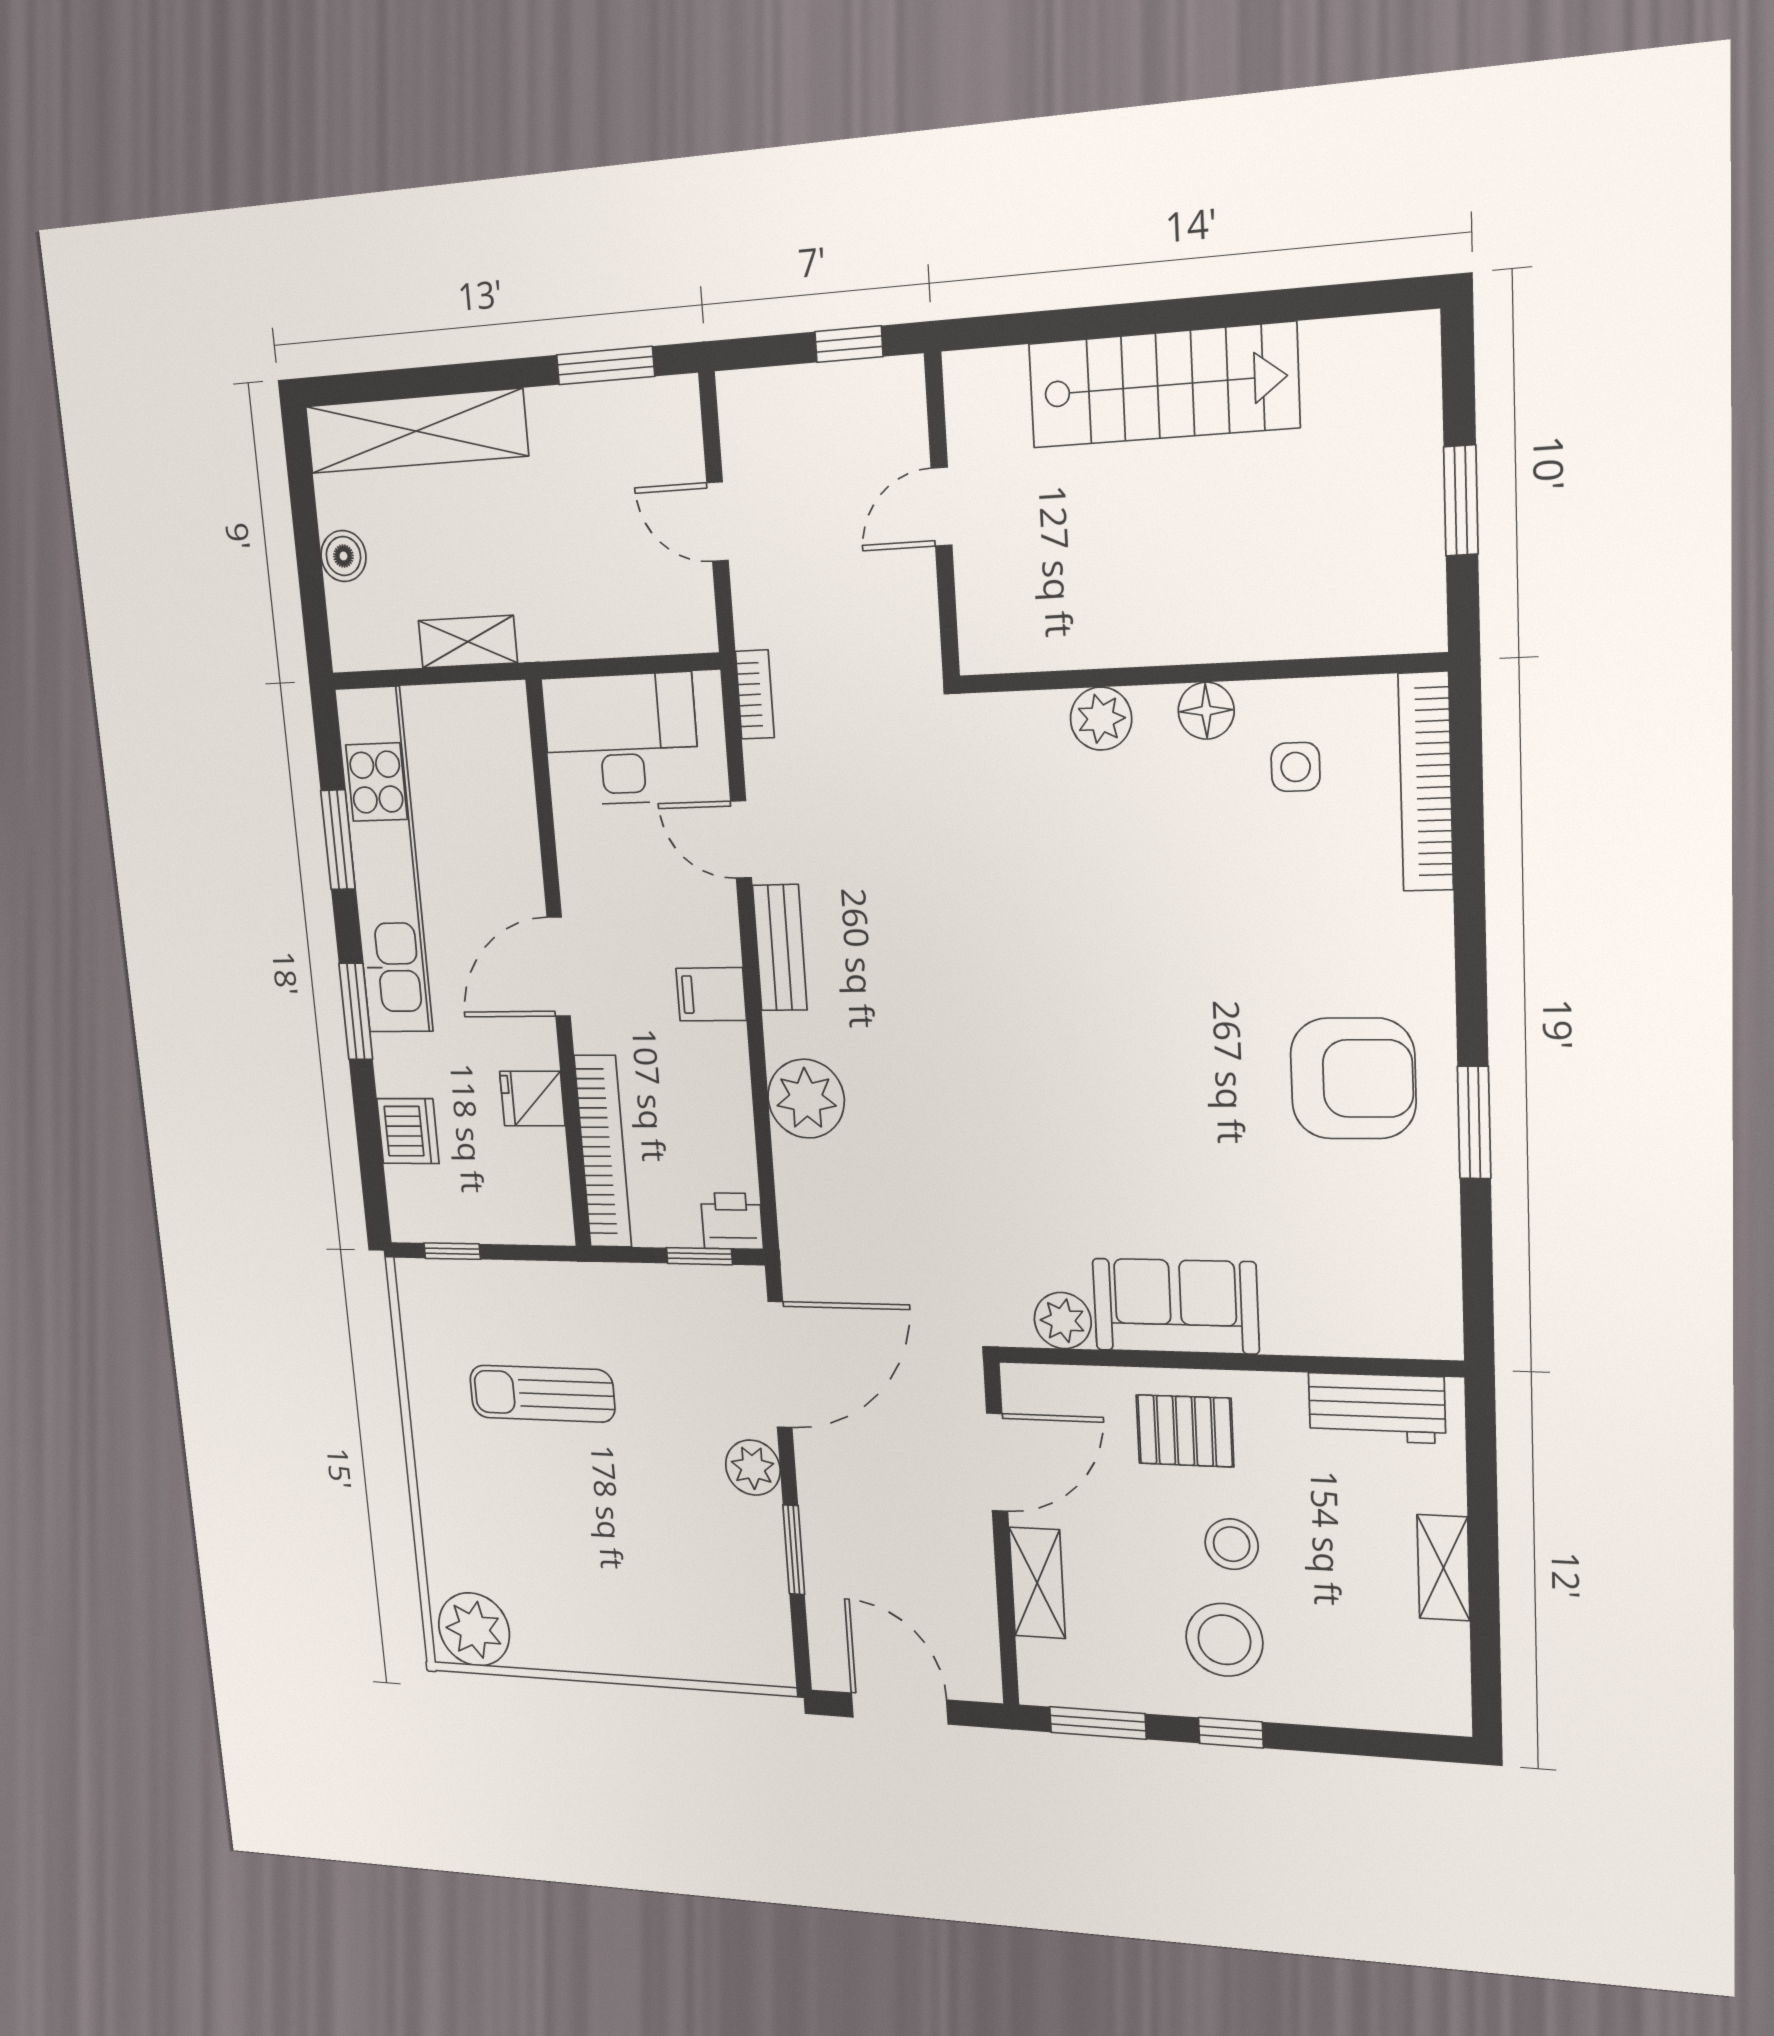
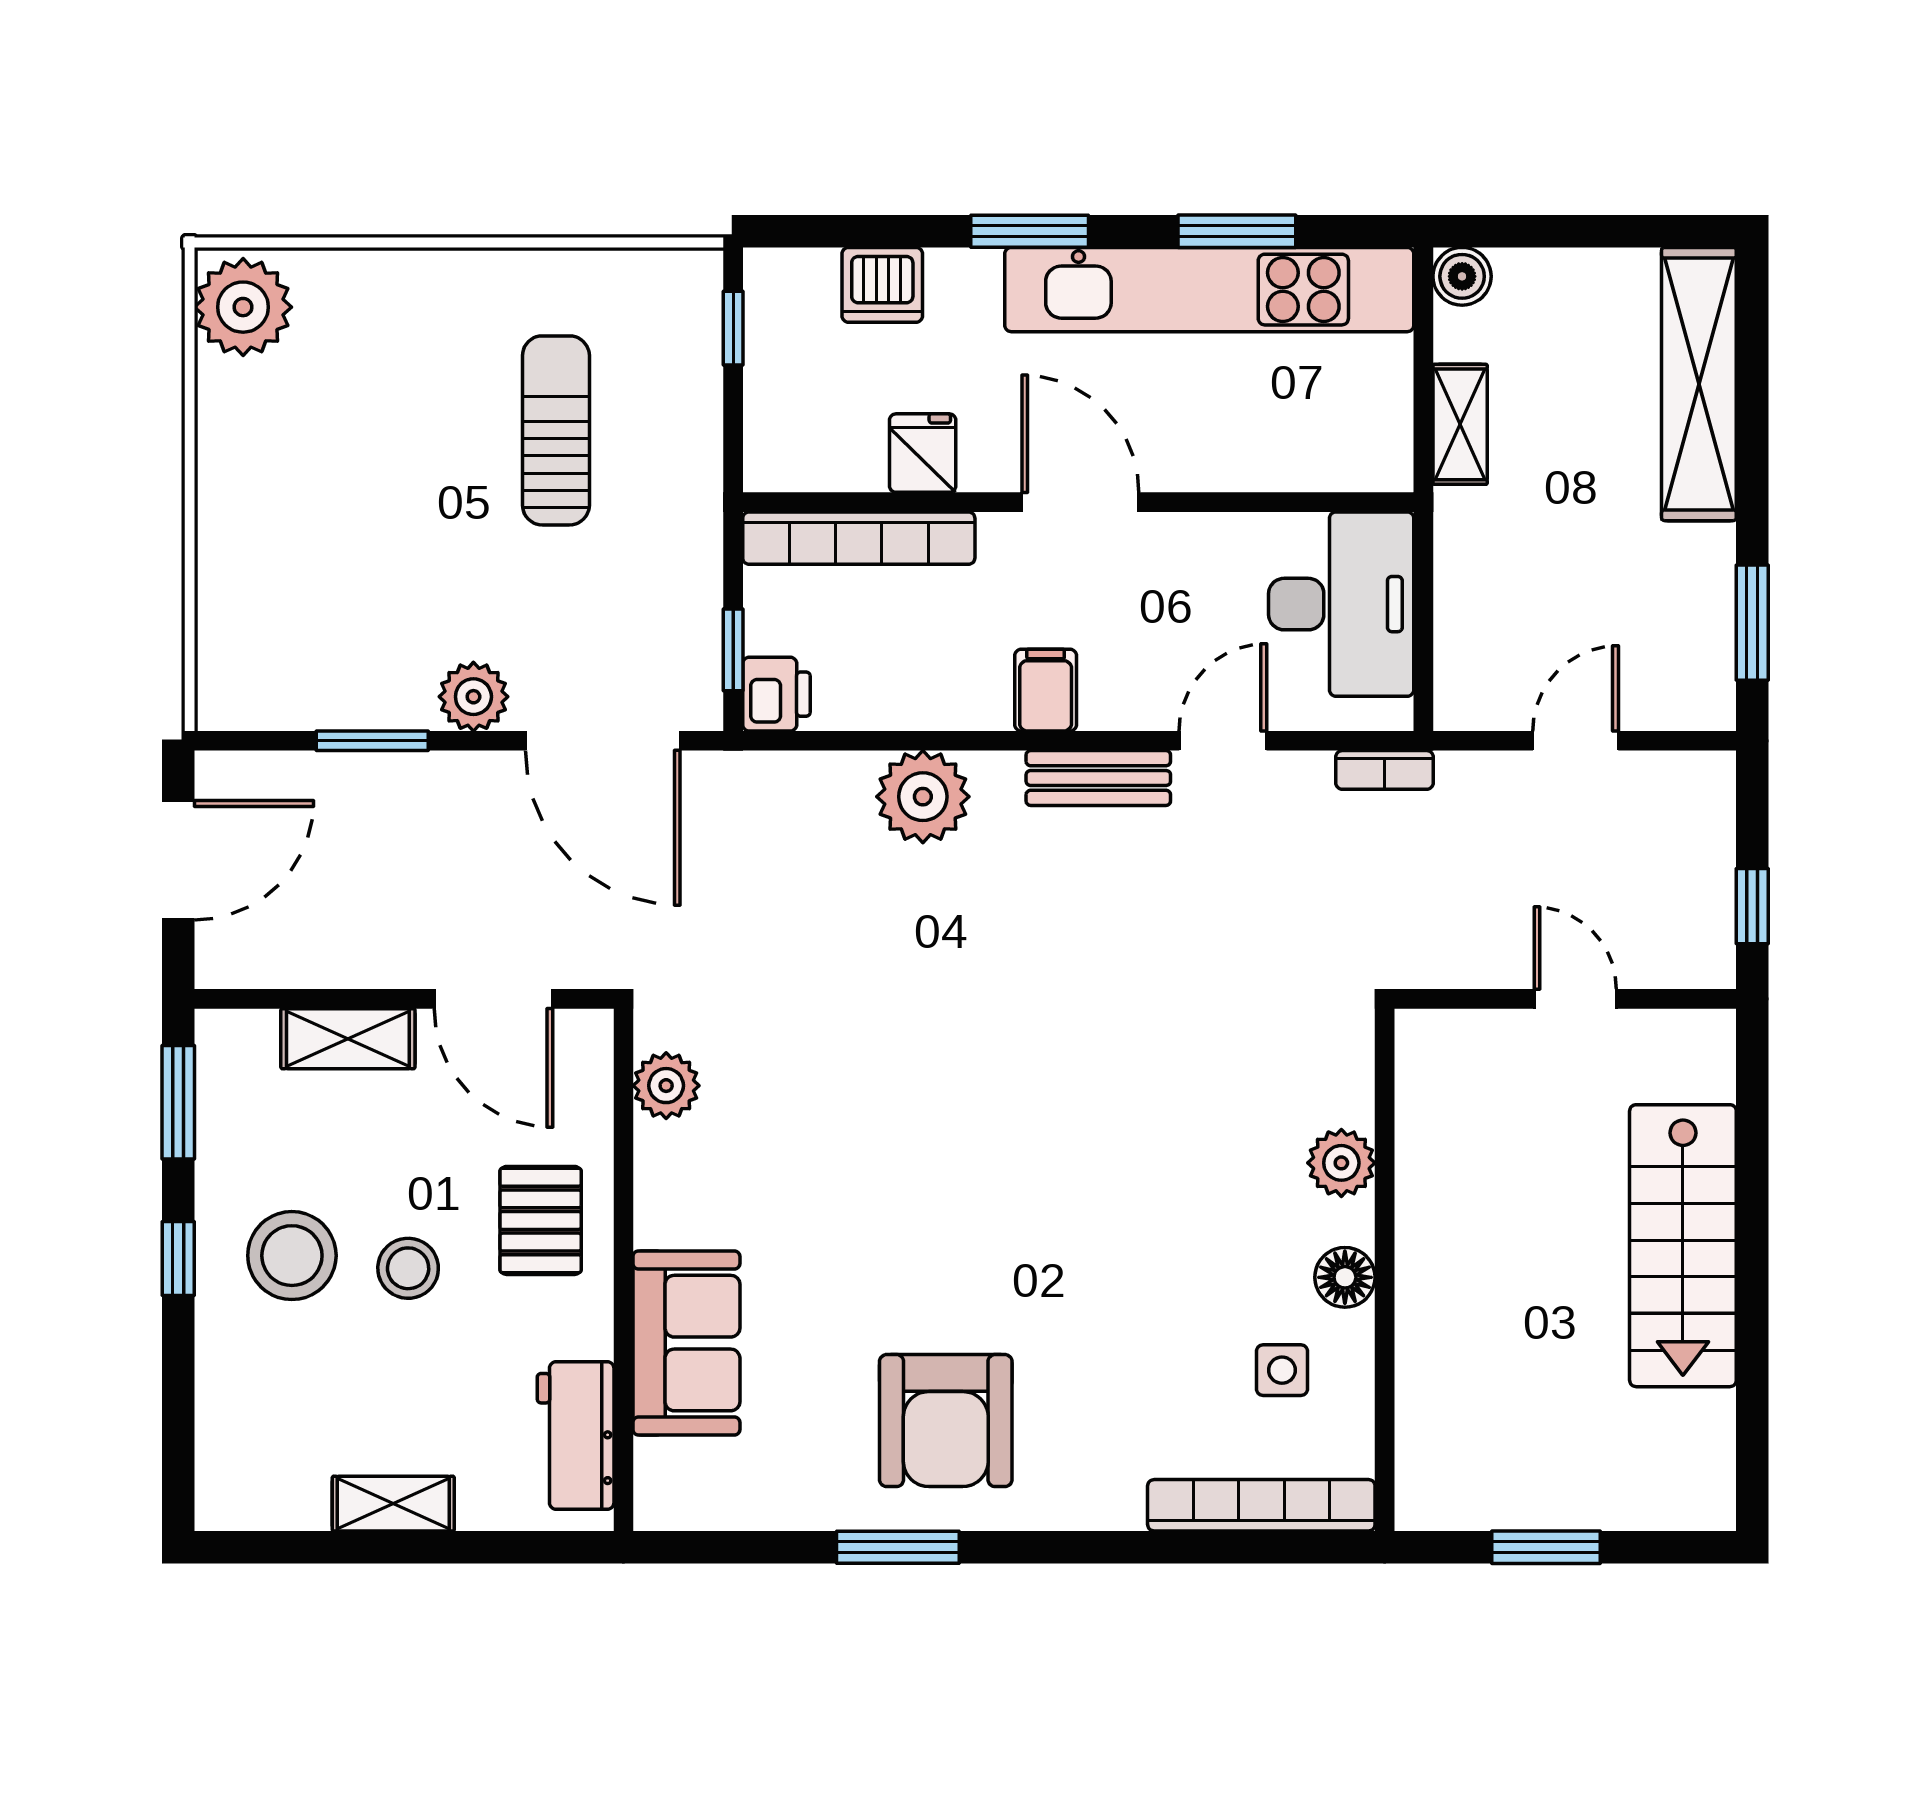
boiler: (343, 556) -> (1462, 276), moved
sofa: (1175, 1306) -> (686, 1343), moved

